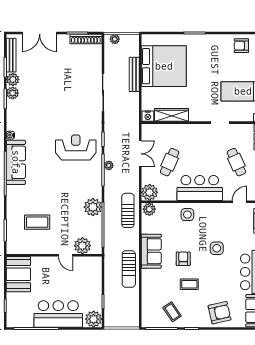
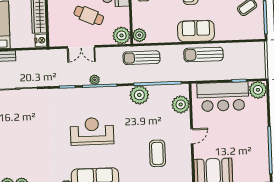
reception desk: (76, 147) -> (92, 131), moved, turned 90
double door: (140, 154) -> (81, 47), swing flipped
sofa: (151, 251) -> (196, 31), moved
door: (66, 255) -> (192, 136), moved
sun lounger: (129, 269) -> (203, 55), turned 180
bar counter: (58, 314) -> (223, 97), moved, turned -90

